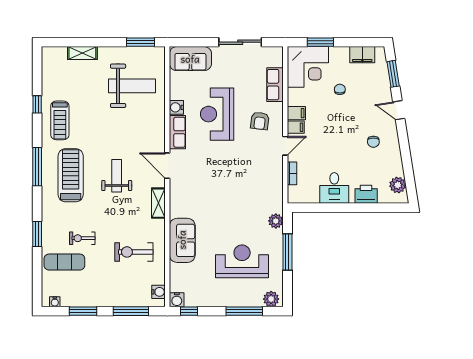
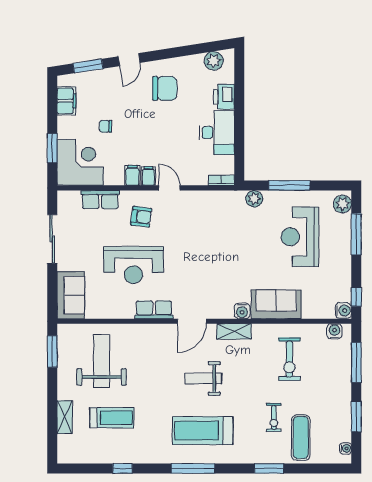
water cooler: (176, 107) -> (242, 311), moved
treadmill: (60, 120) -> (112, 418), moved
chair: (373, 142) -> (165, 88), width x1.87, depth x1.87
bookcase: (292, 173) -> (221, 180), moved
desk: (334, 188) -> (217, 133), width x1.37

